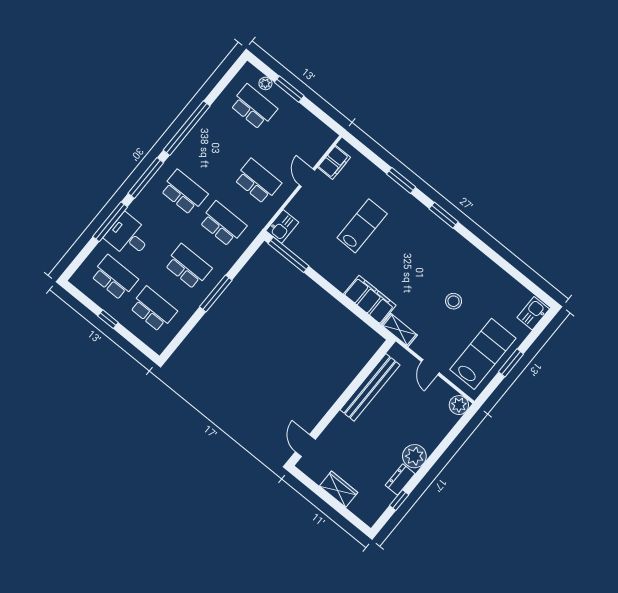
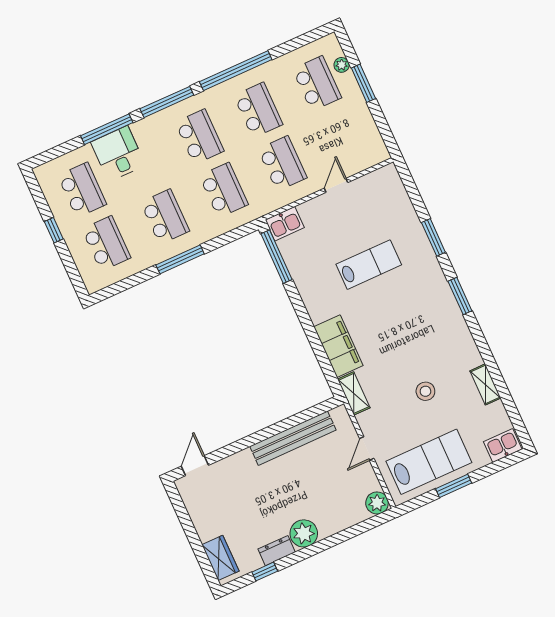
school desk: (219, 150) -> (258, 110), added
filing cabinet: (334, 162) -> (372, 183), removed
shelving: (497, 273) -> (485, 384), added
wardrobe: (339, 489) -> (220, 558), moved

